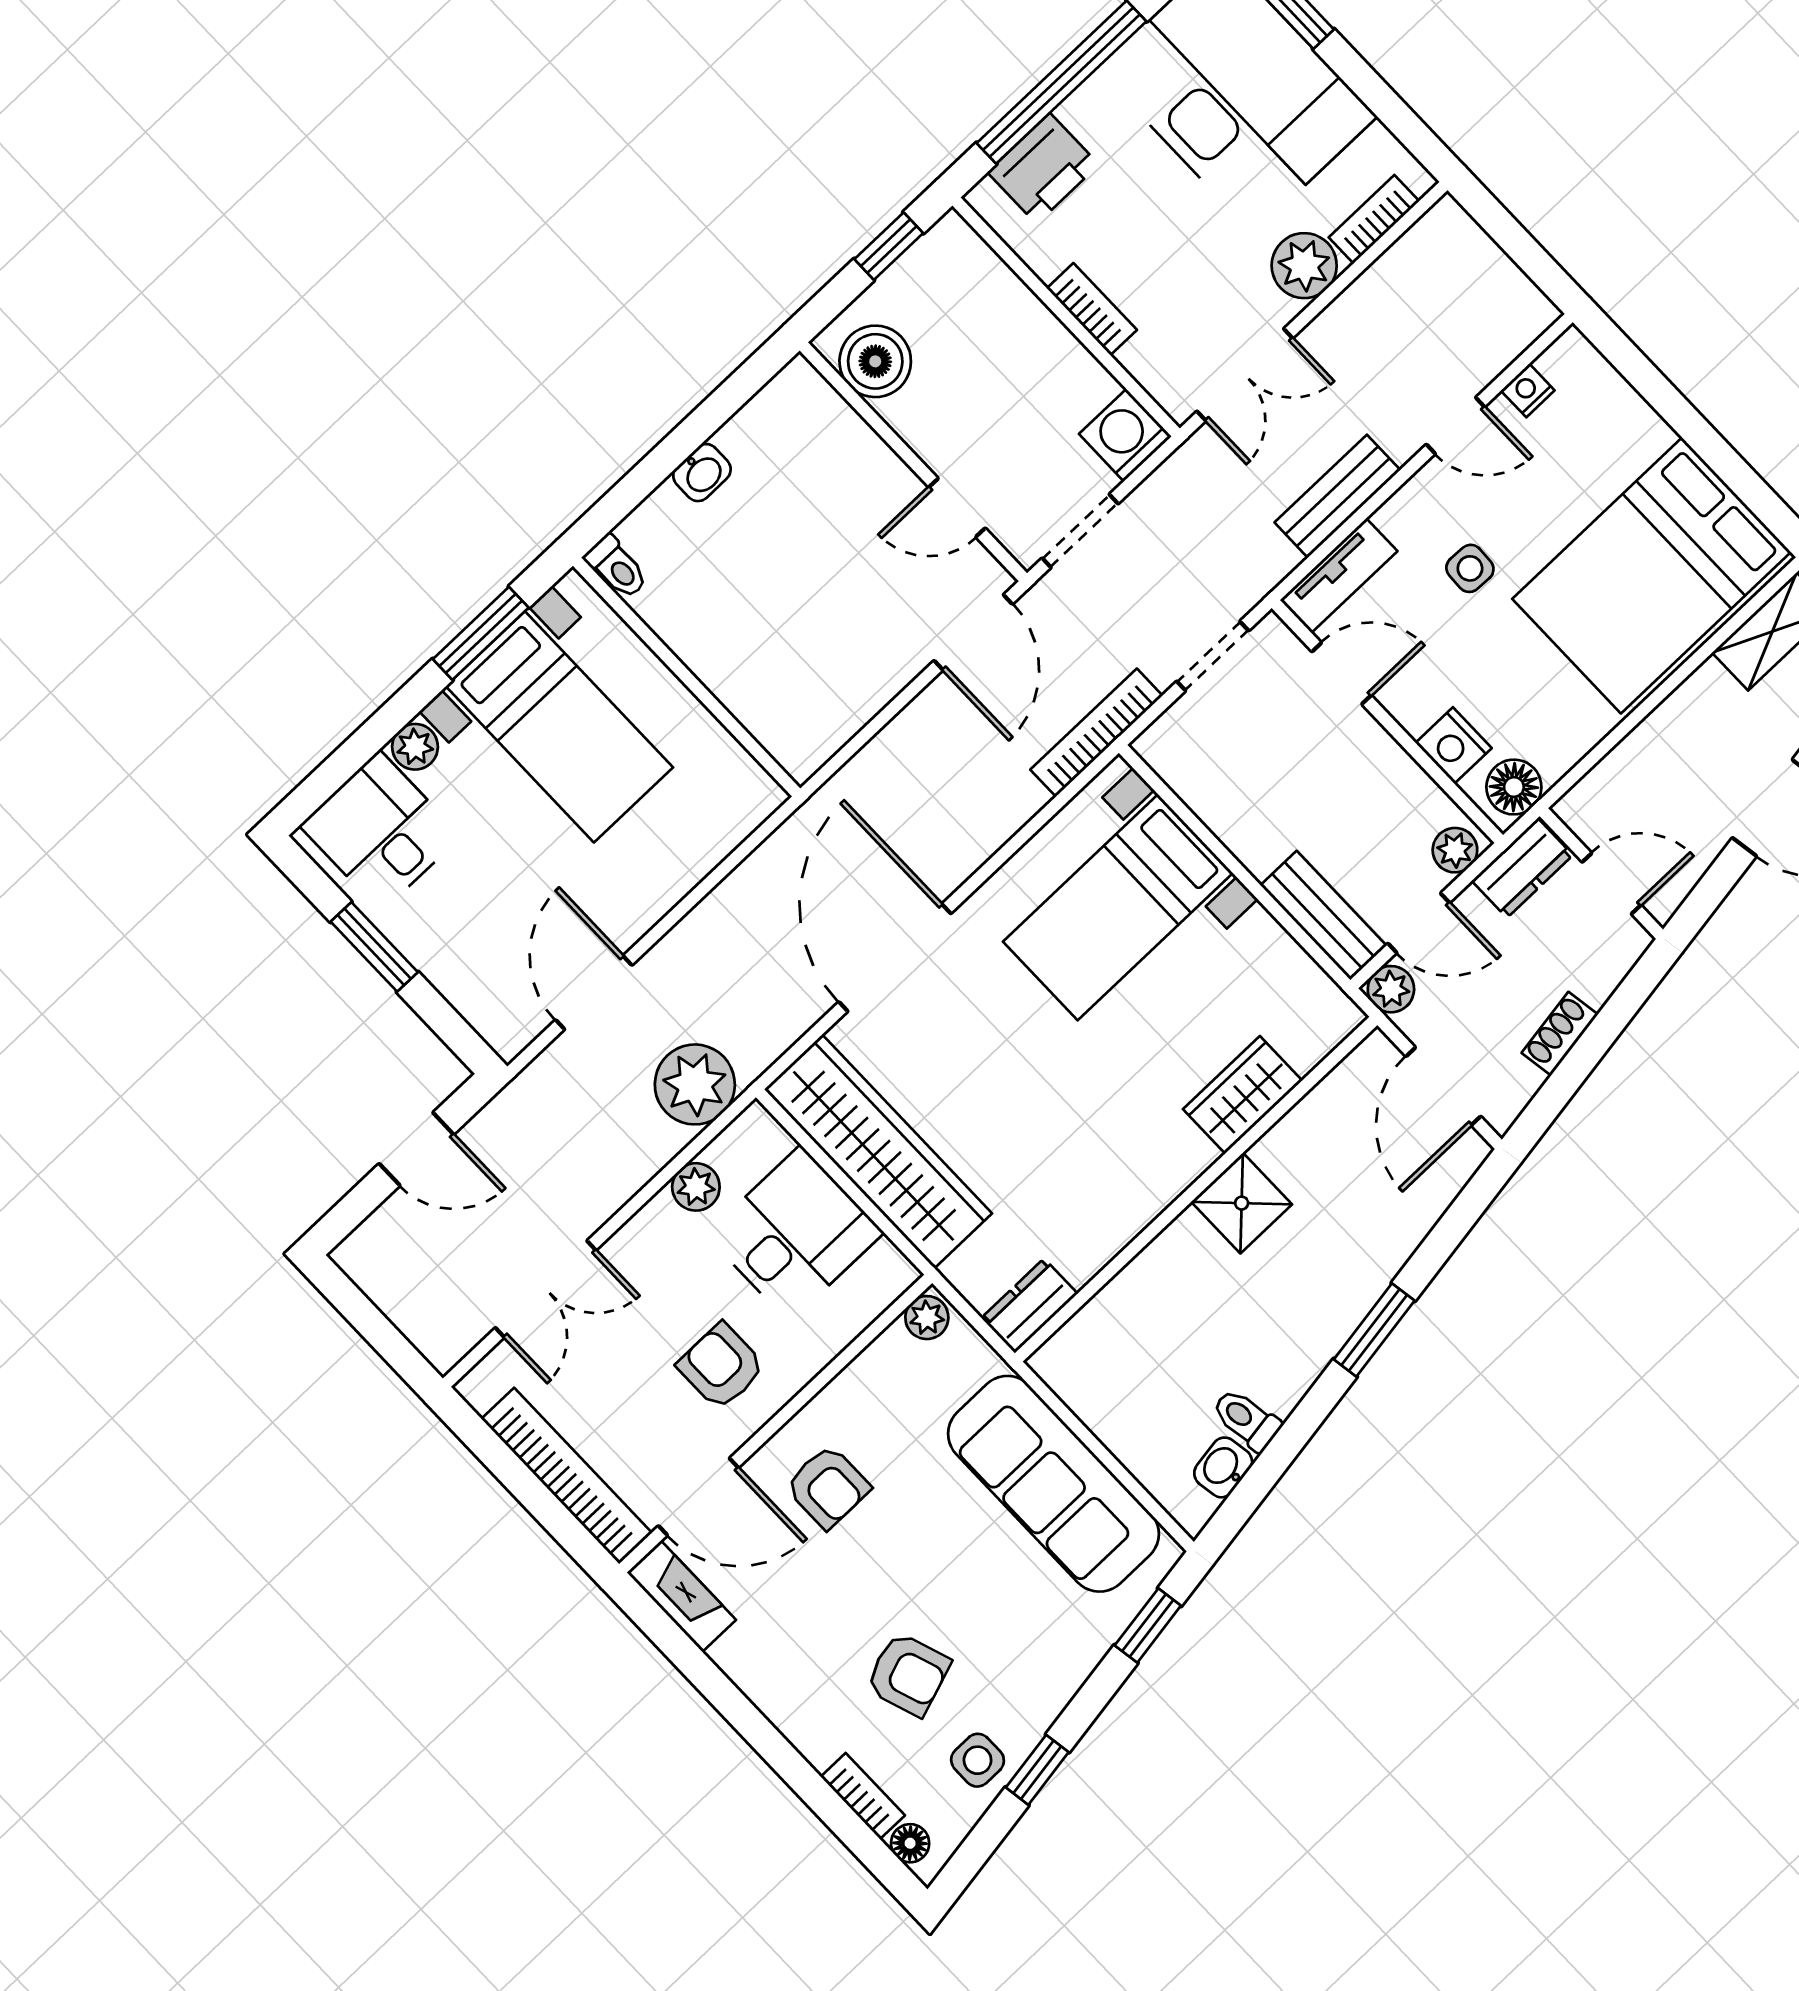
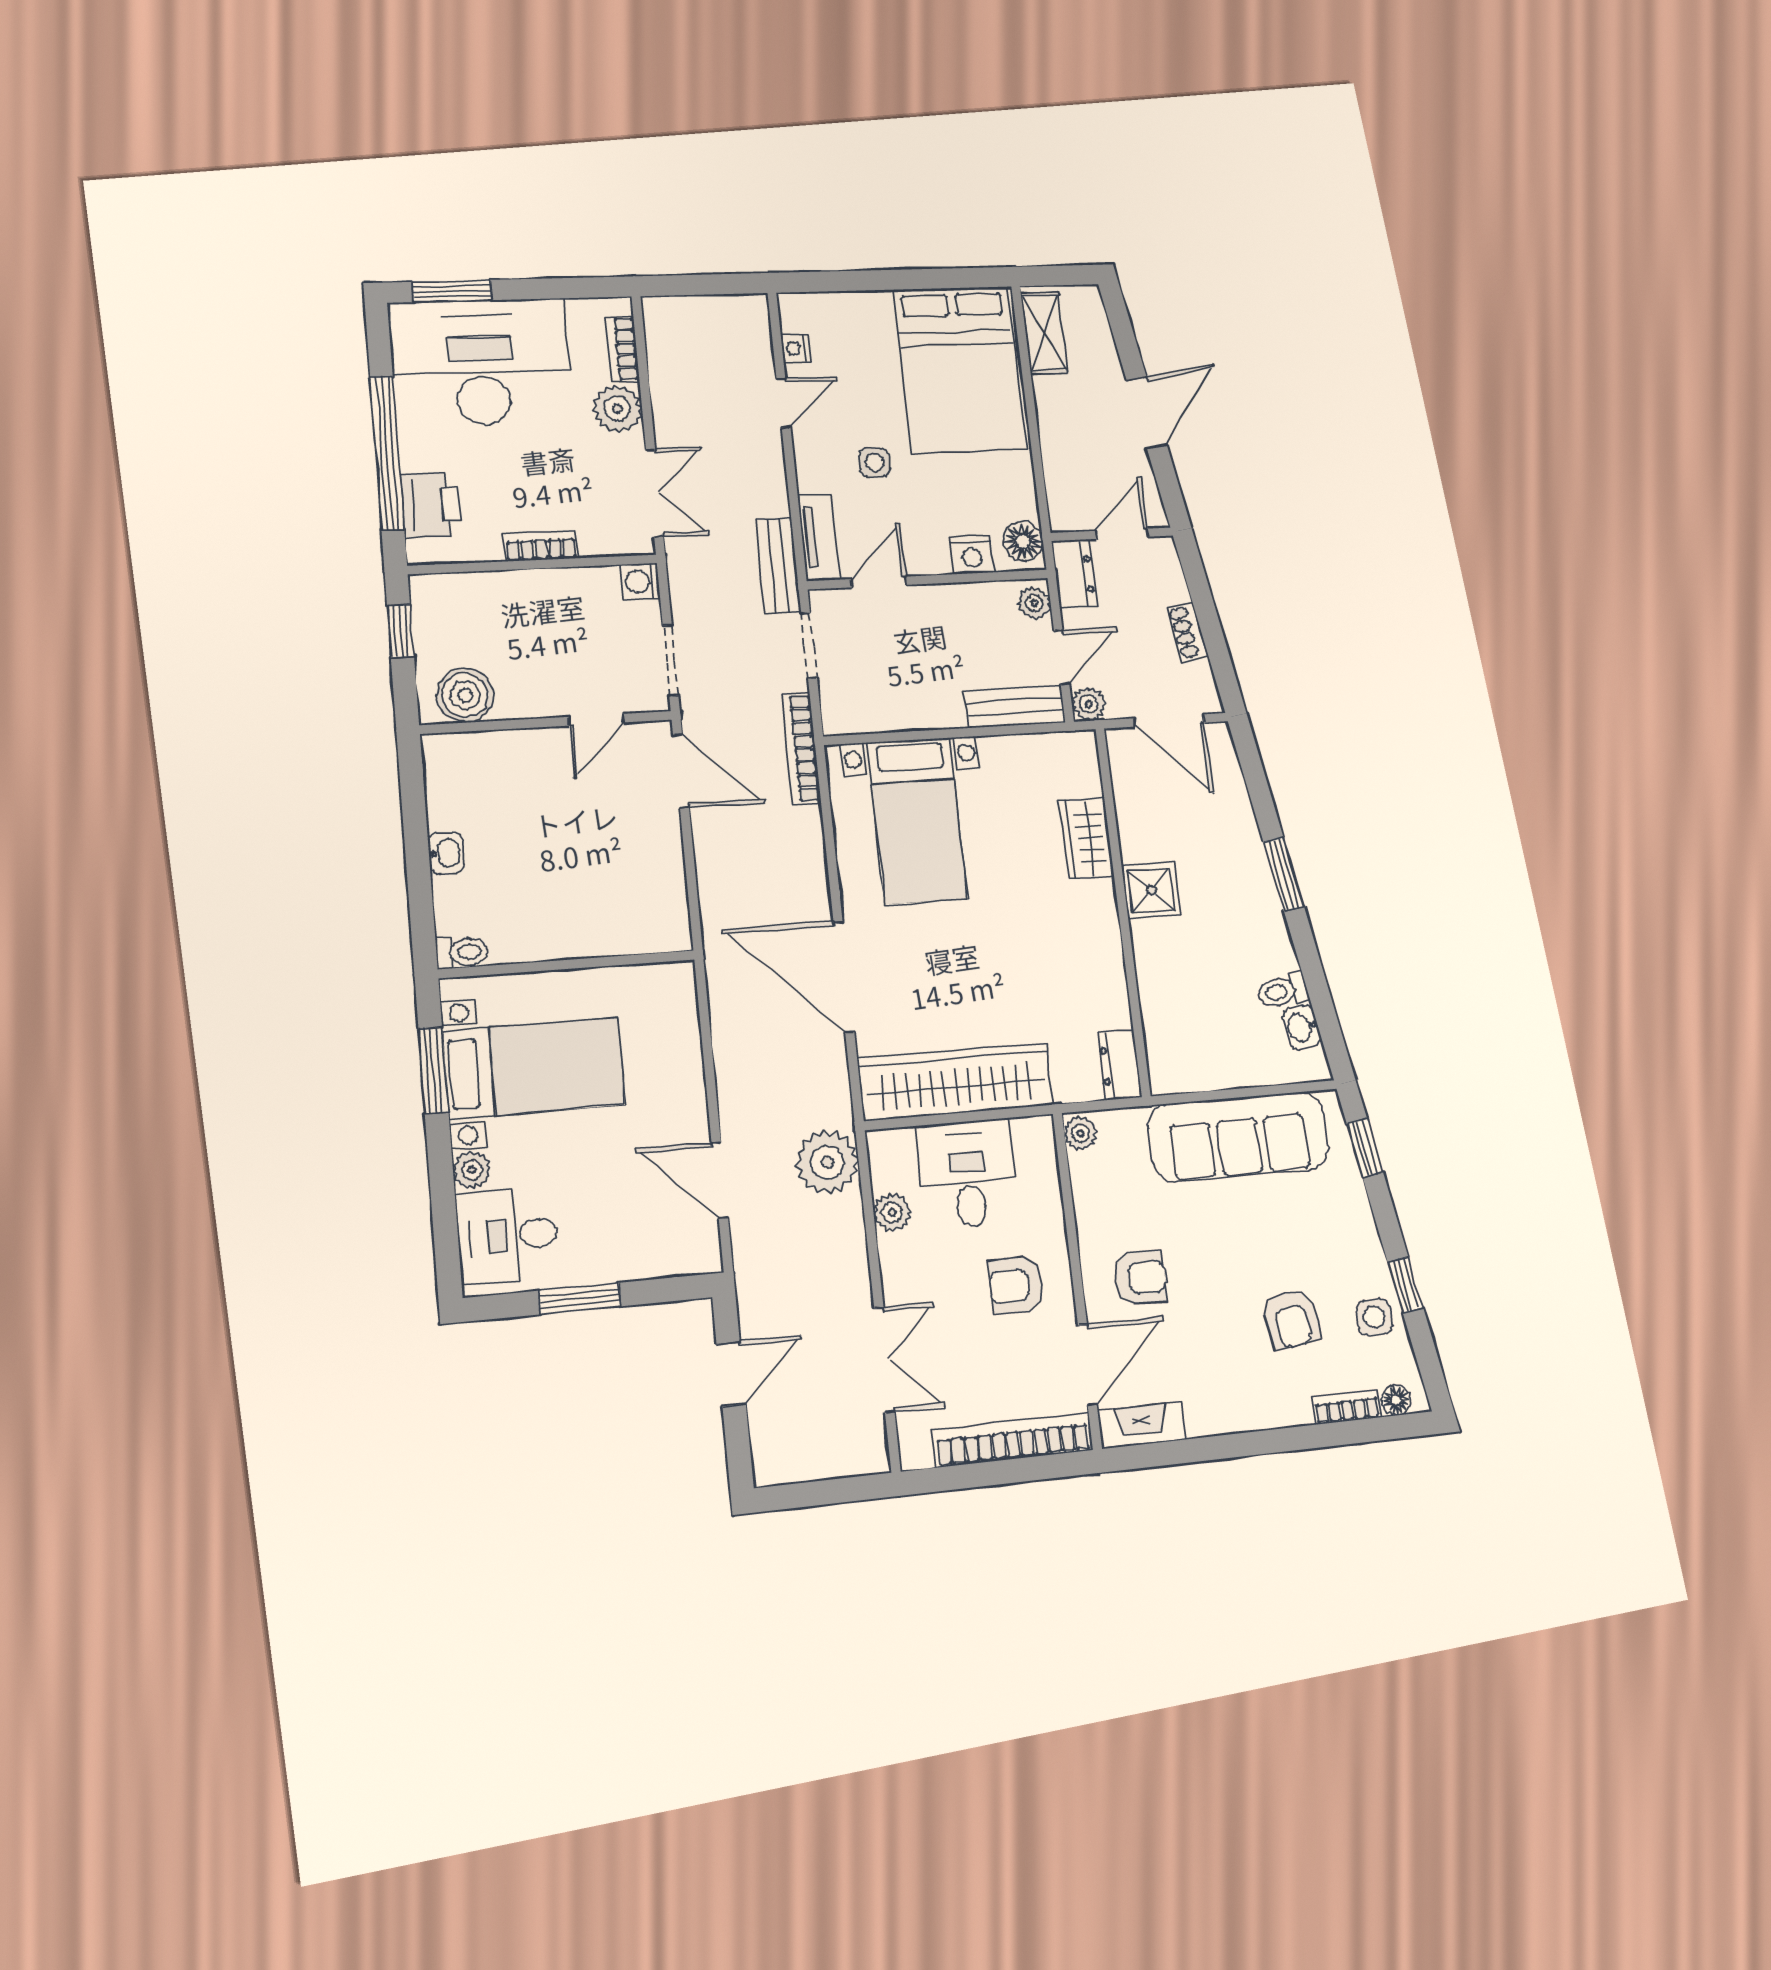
washing machine: (1125, 435) -> (640, 581), width x0.73, depth x0.73
bench: (1337, 496) -> (778, 566), moved
armchair: (908, 1674) -> (1292, 1319), turned 101

